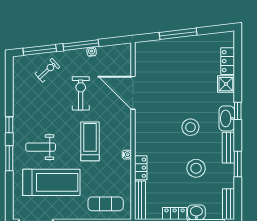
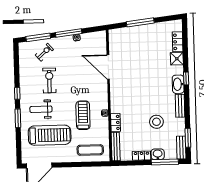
exercise bike: (81, 93) -> (49, 80), moved
stool: (190, 127) -> (151, 91), removed
treadmill: (90, 141) -> (83, 115), moved
window: (238, 164) -> (188, 138), moved

